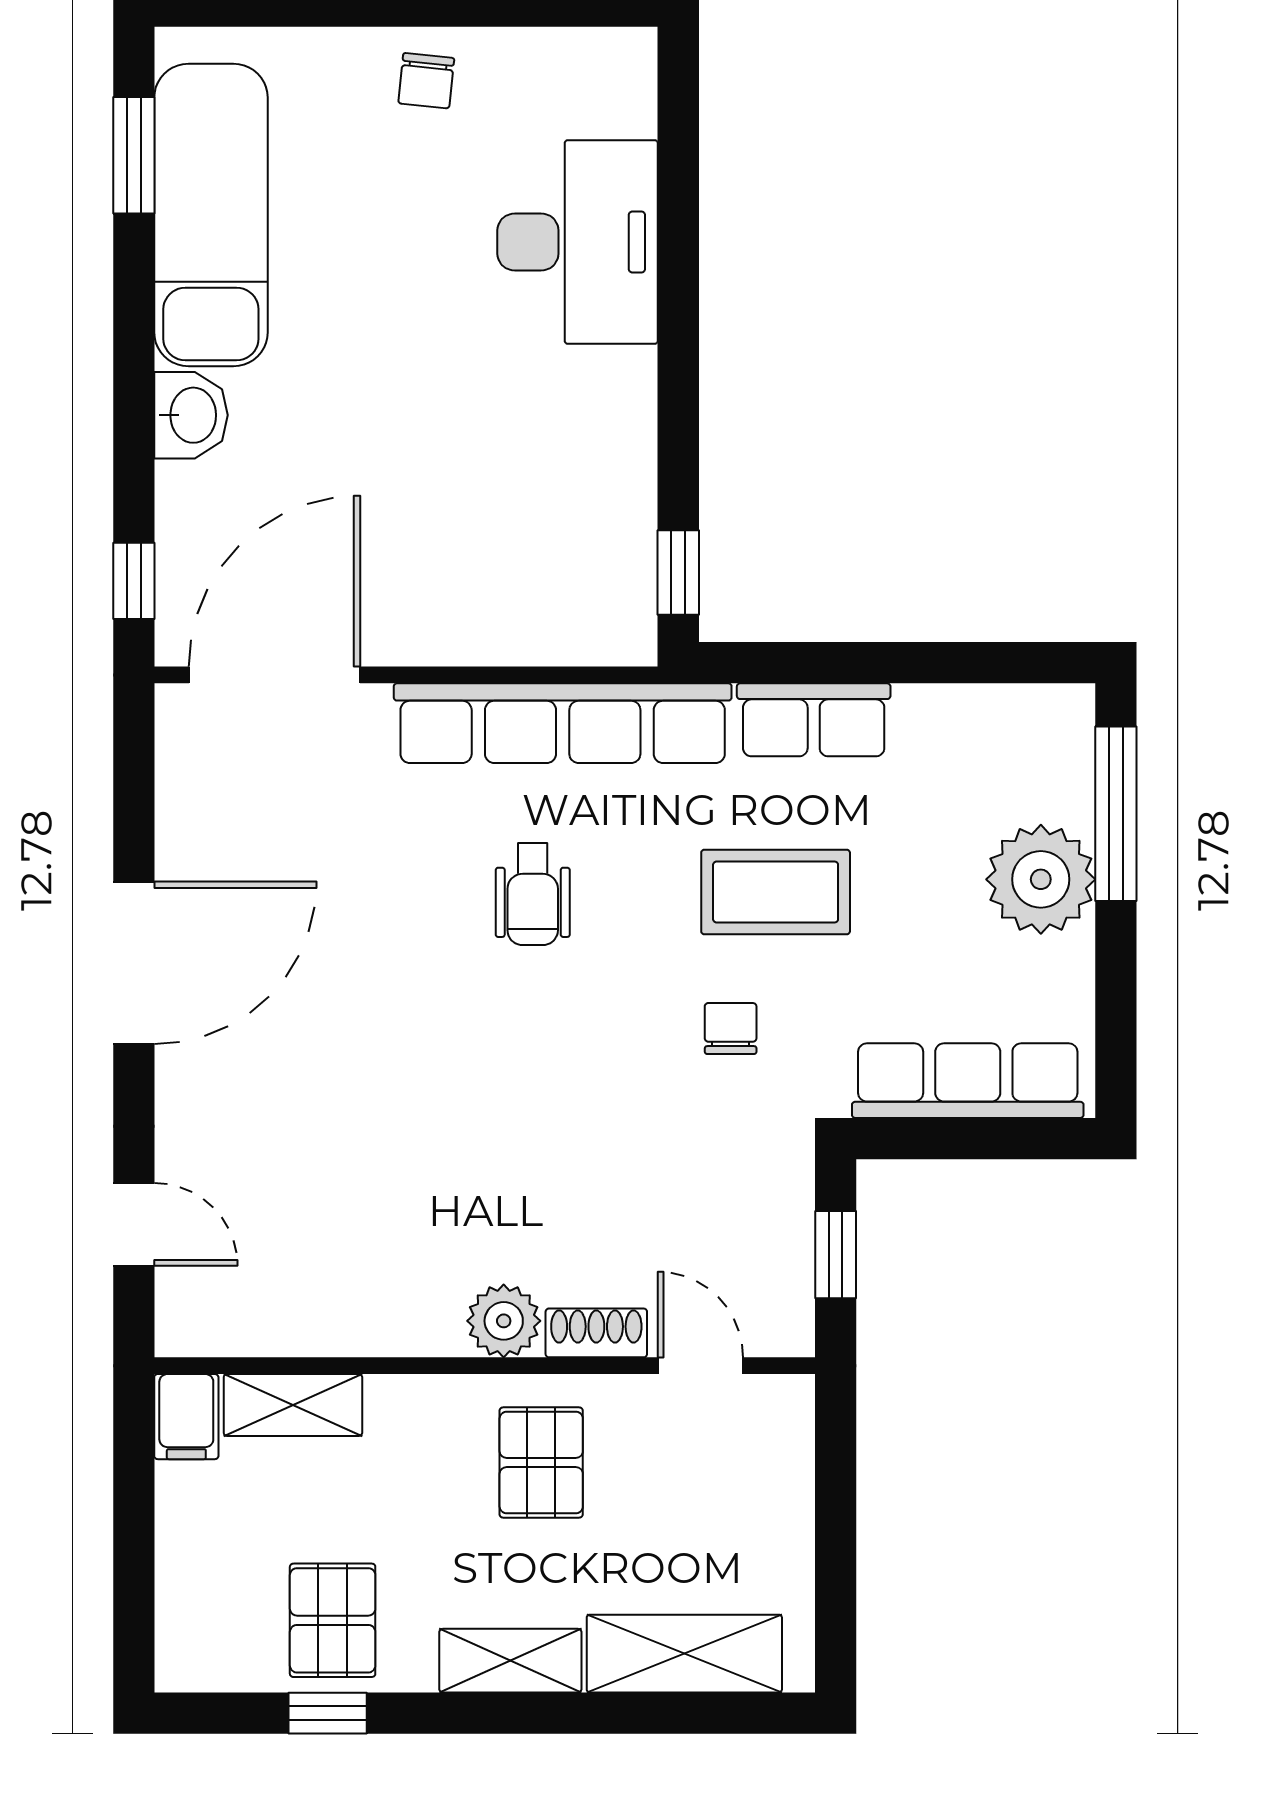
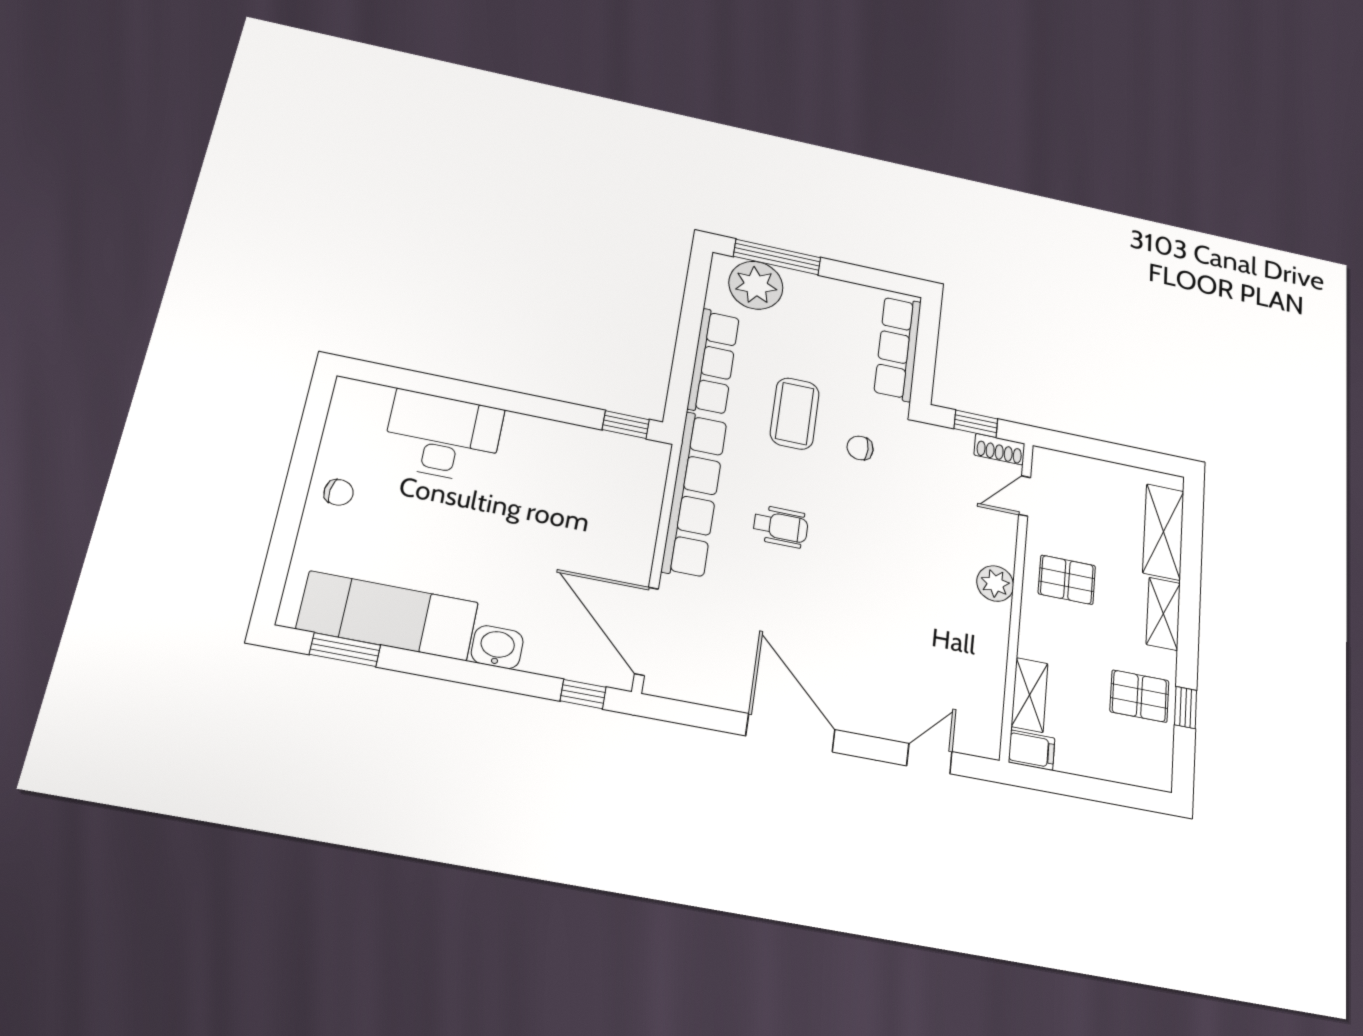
row of seats: (814, 720) -> (714, 362), width x1.48
plant: (1041, 879) -> (756, 285), moved
shoe rack: (596, 1333) -> (999, 449), moved, turned -90

